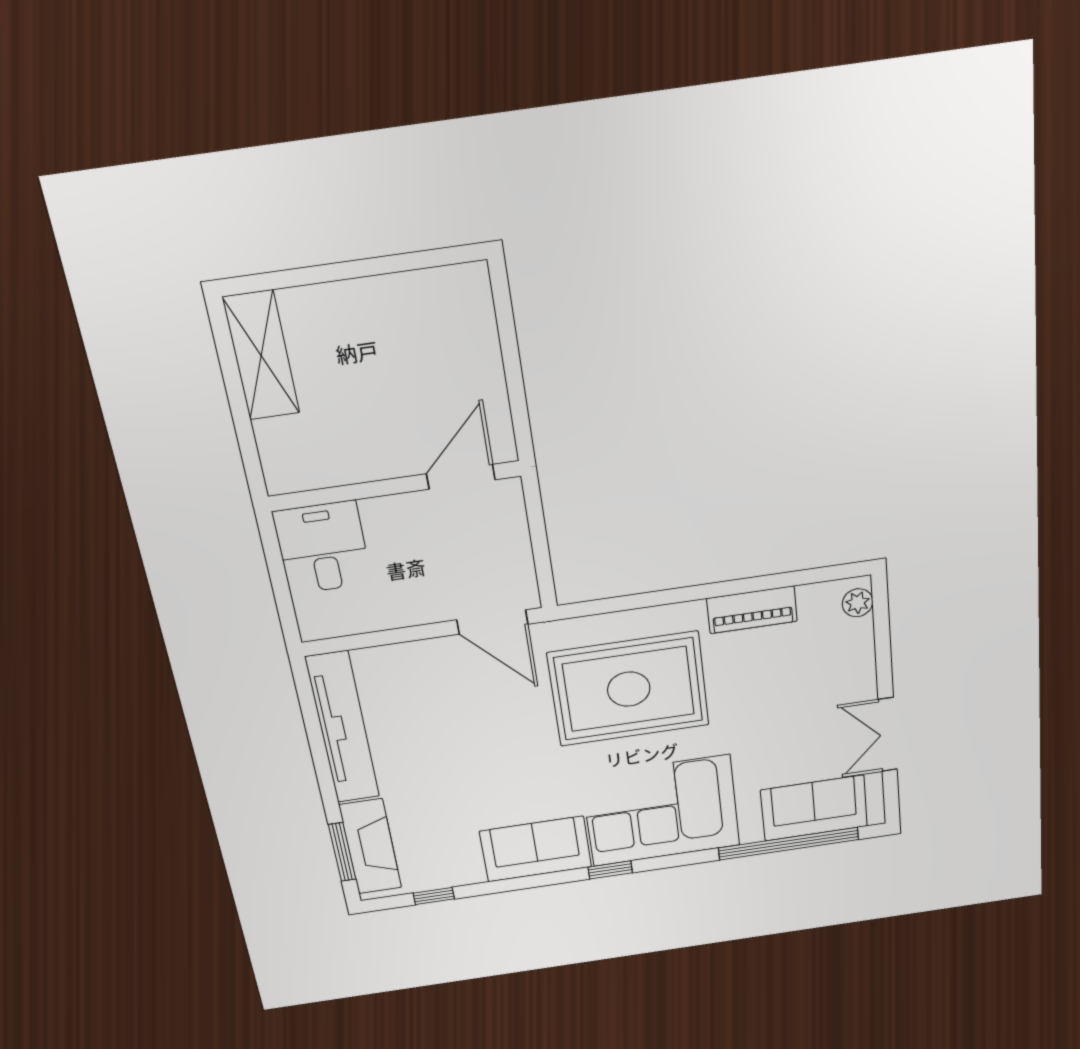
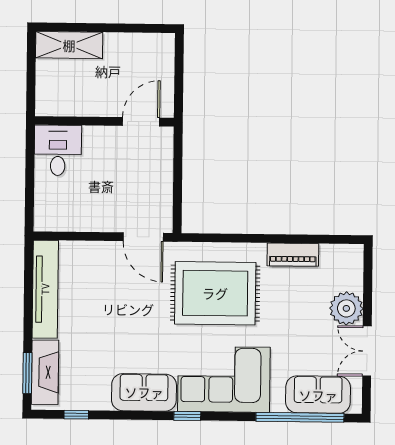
shelving: (261, 355) -> (69, 45), moved, turned 90
door: (461, 477) -> (141, 122), moved
wall: (395, 486) -> (104, 121), moved
desk: (322, 548) -> (58, 150), moved
plant: (858, 603) -> (346, 308), moved, width x1.87, depth x1.87

